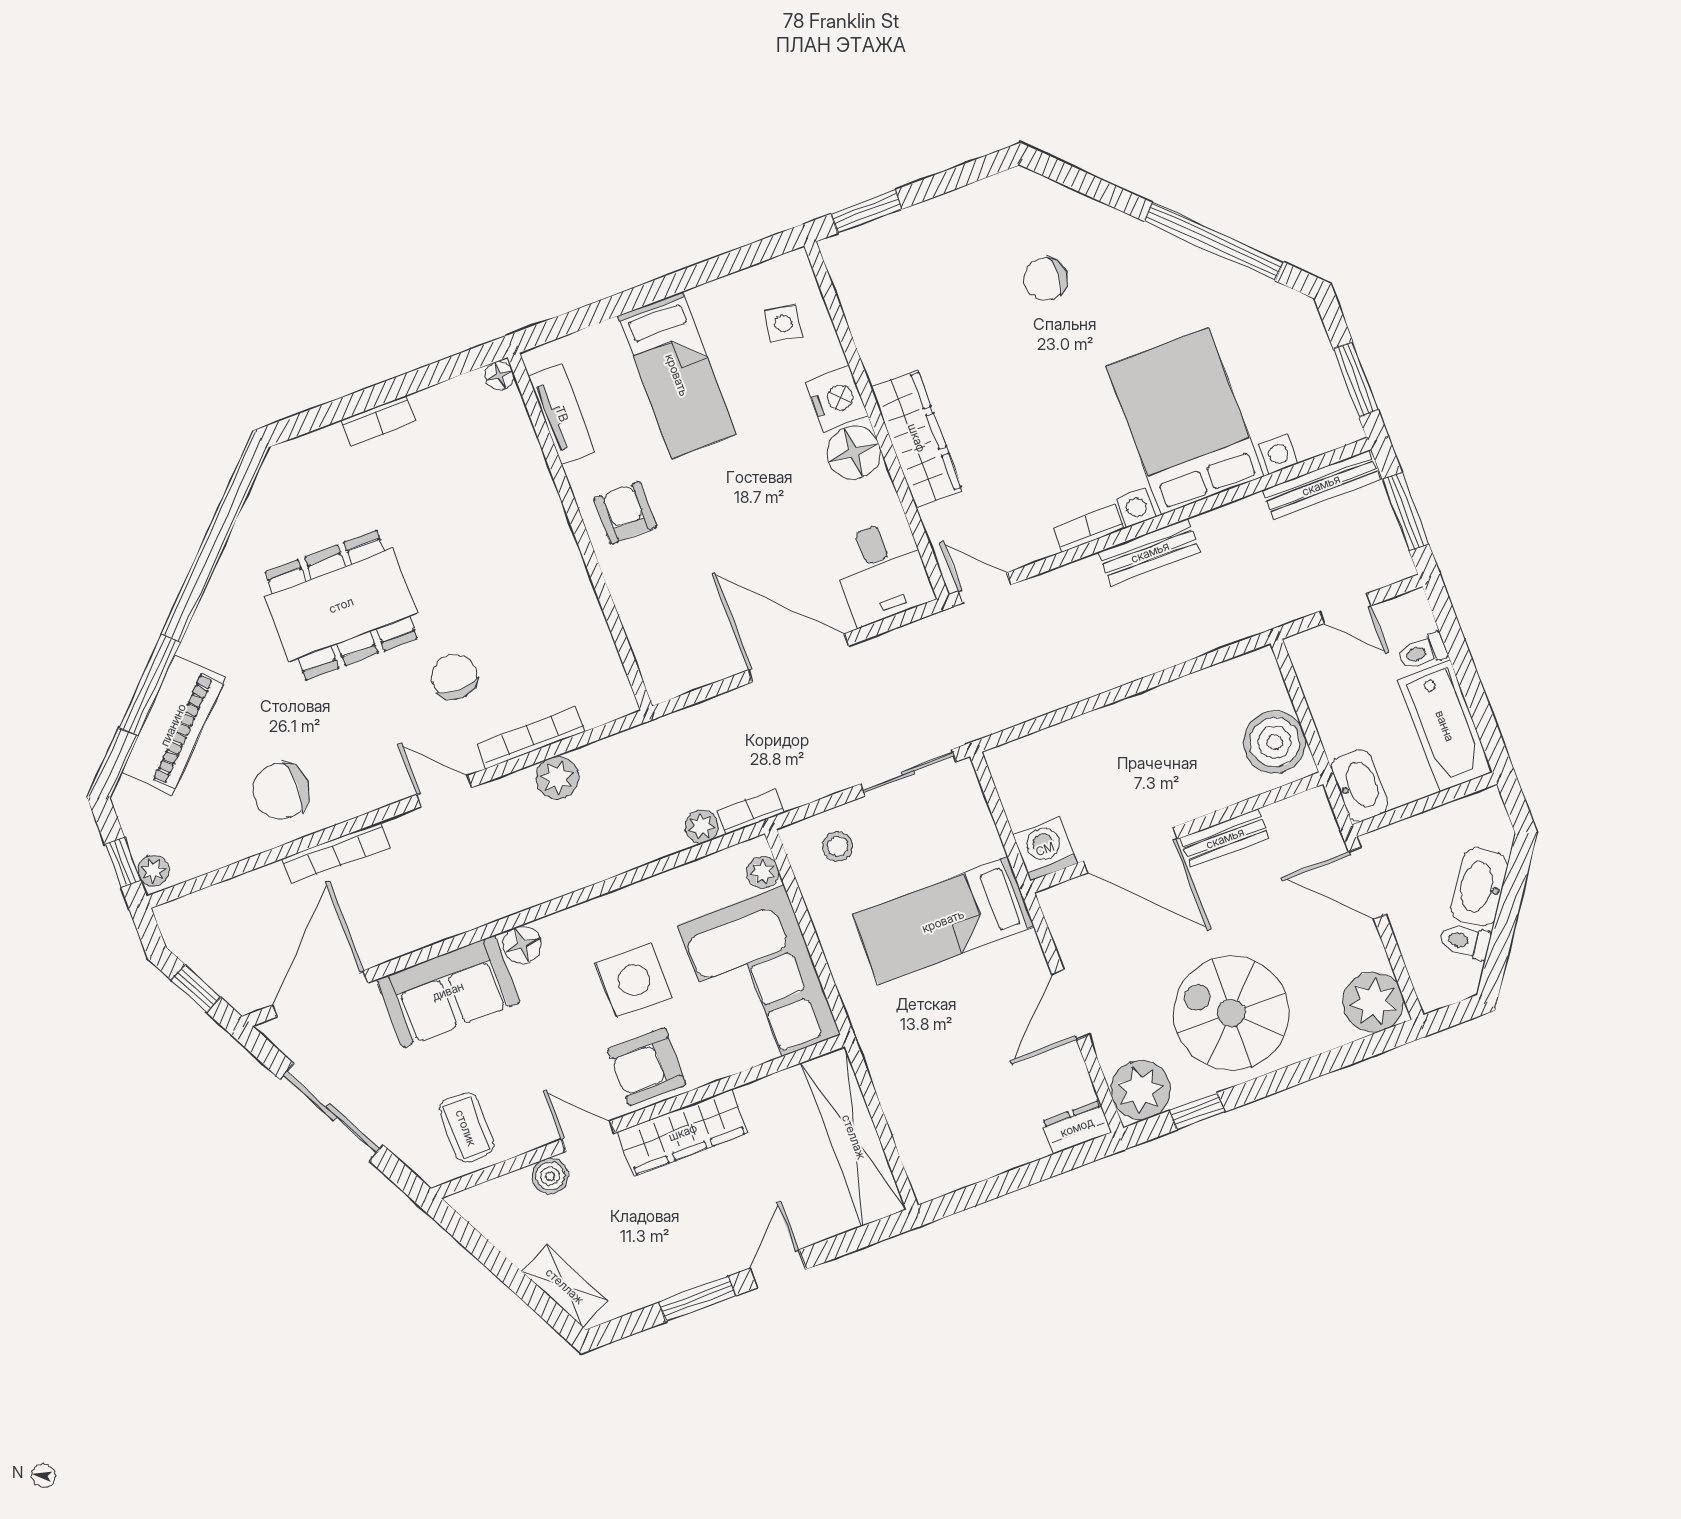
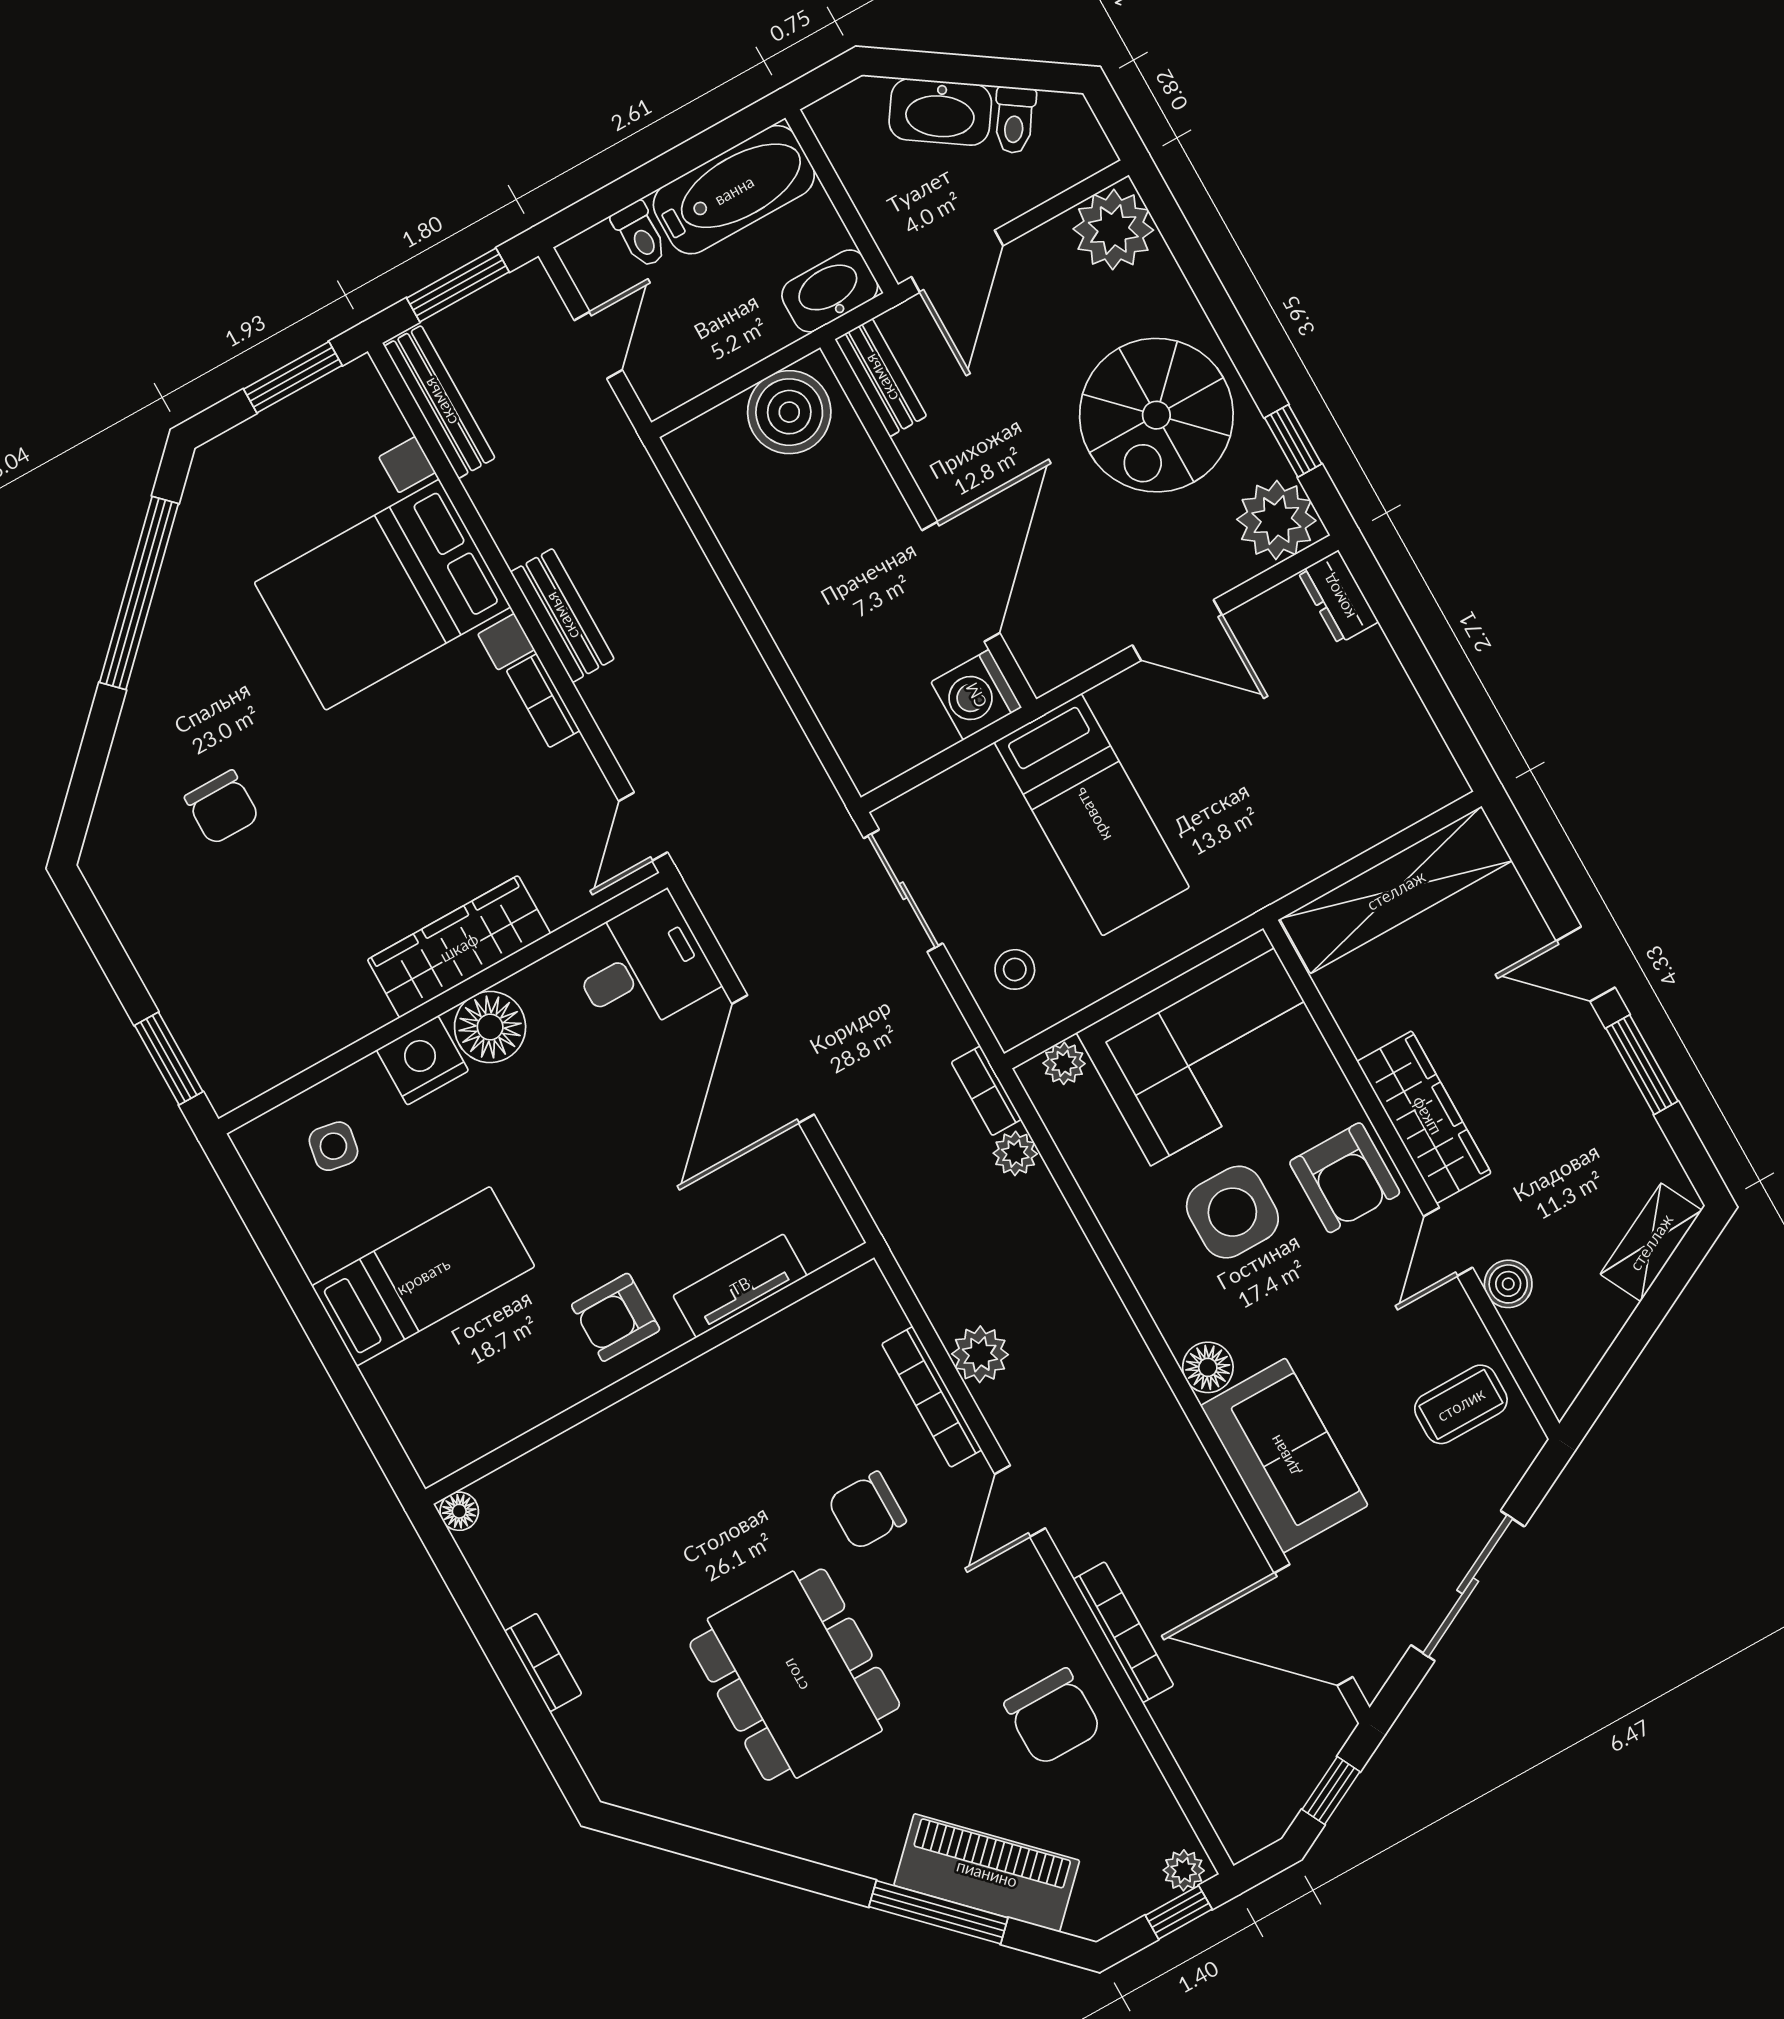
tv unit: (562, 414) -> (740, 1286), moved
bench: (1225, 838) -> (881, 378), moved

